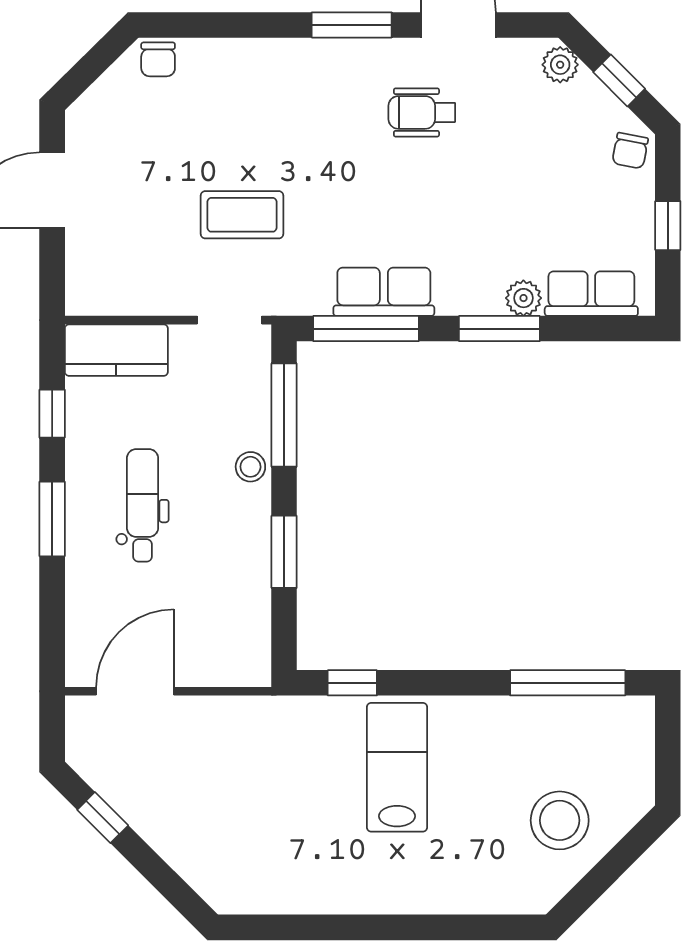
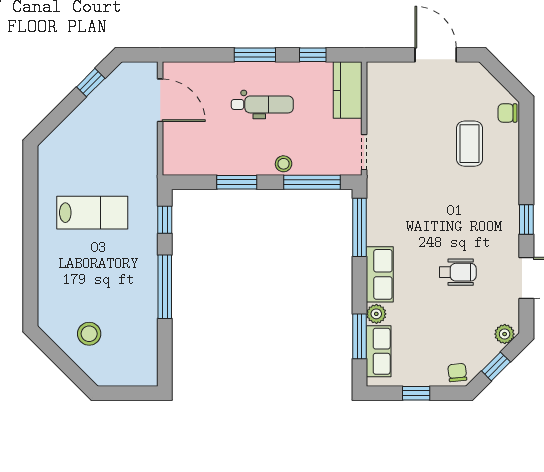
window: (352, 25) -> (526, 219), width x0.67
wheelchair: (422, 112) -> (458, 272), moved, turned 90
chair: (630, 151) -> (457, 372), turned 73
coffee table: (242, 215) -> (469, 144), moved
row of seats: (384, 292) -> (380, 274), moved
window: (499, 329) -> (360, 336), moved
window: (568, 683) -> (165, 287), moved
lab bench: (397, 767) -> (92, 213), moved
stool: (560, 820) -> (89, 334), width x0.73, depth x0.73

